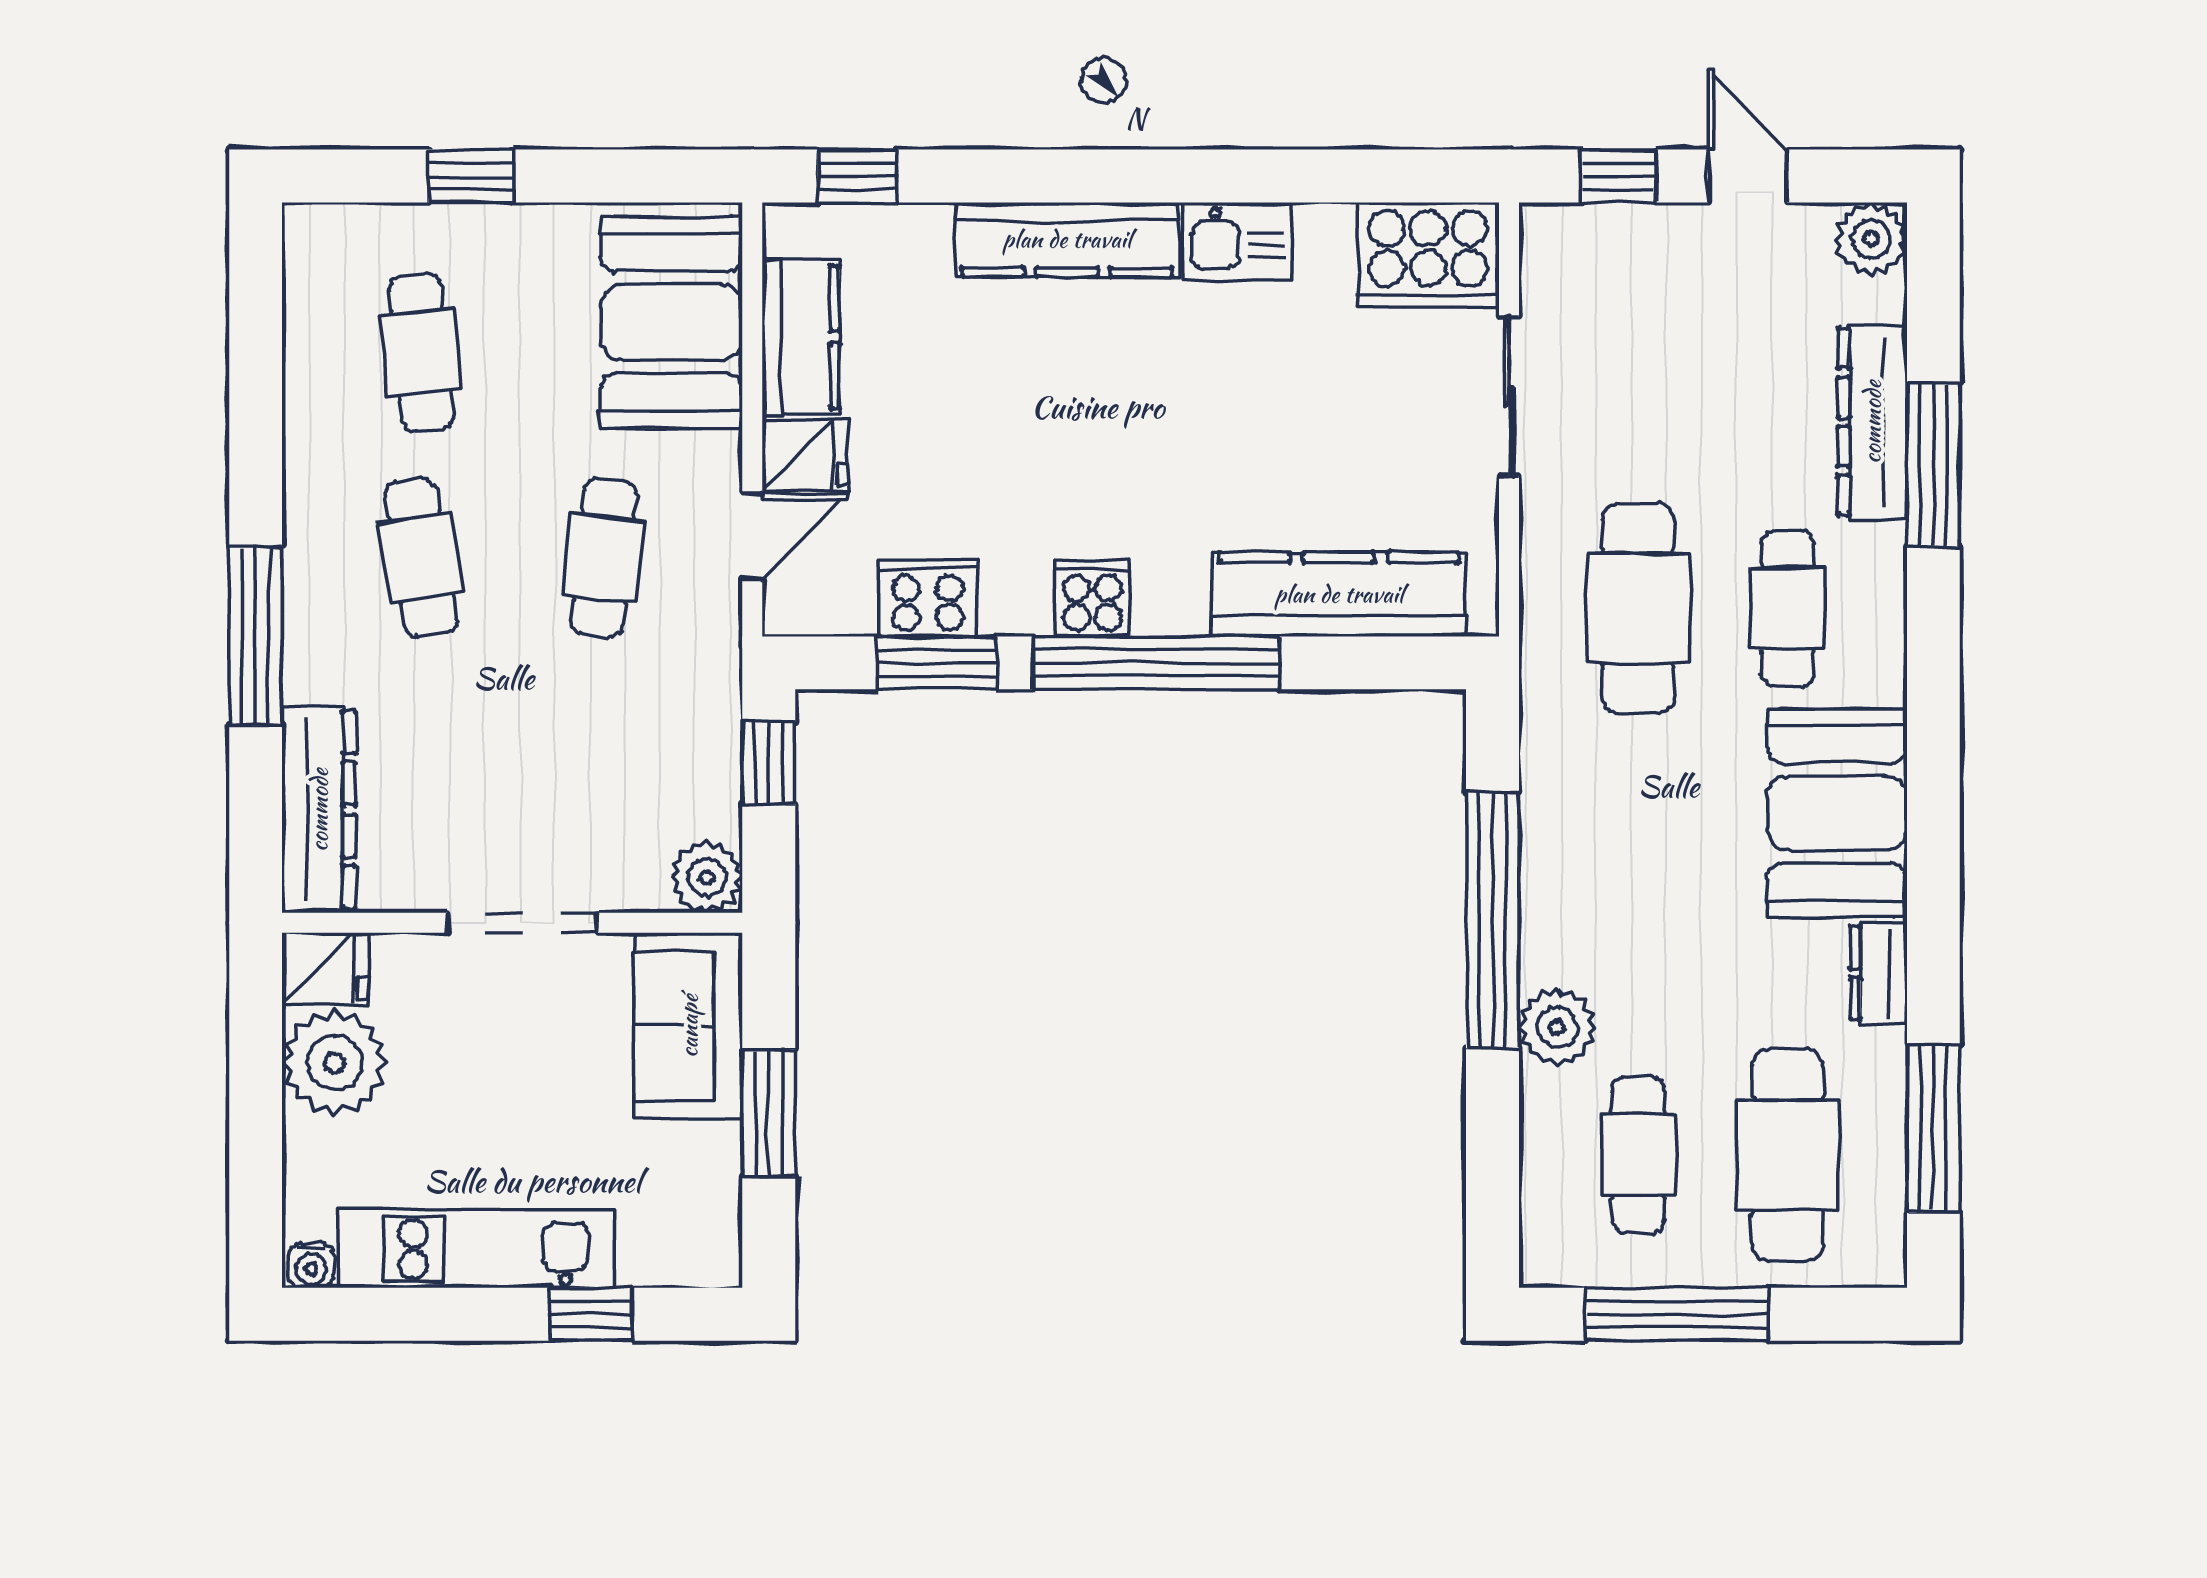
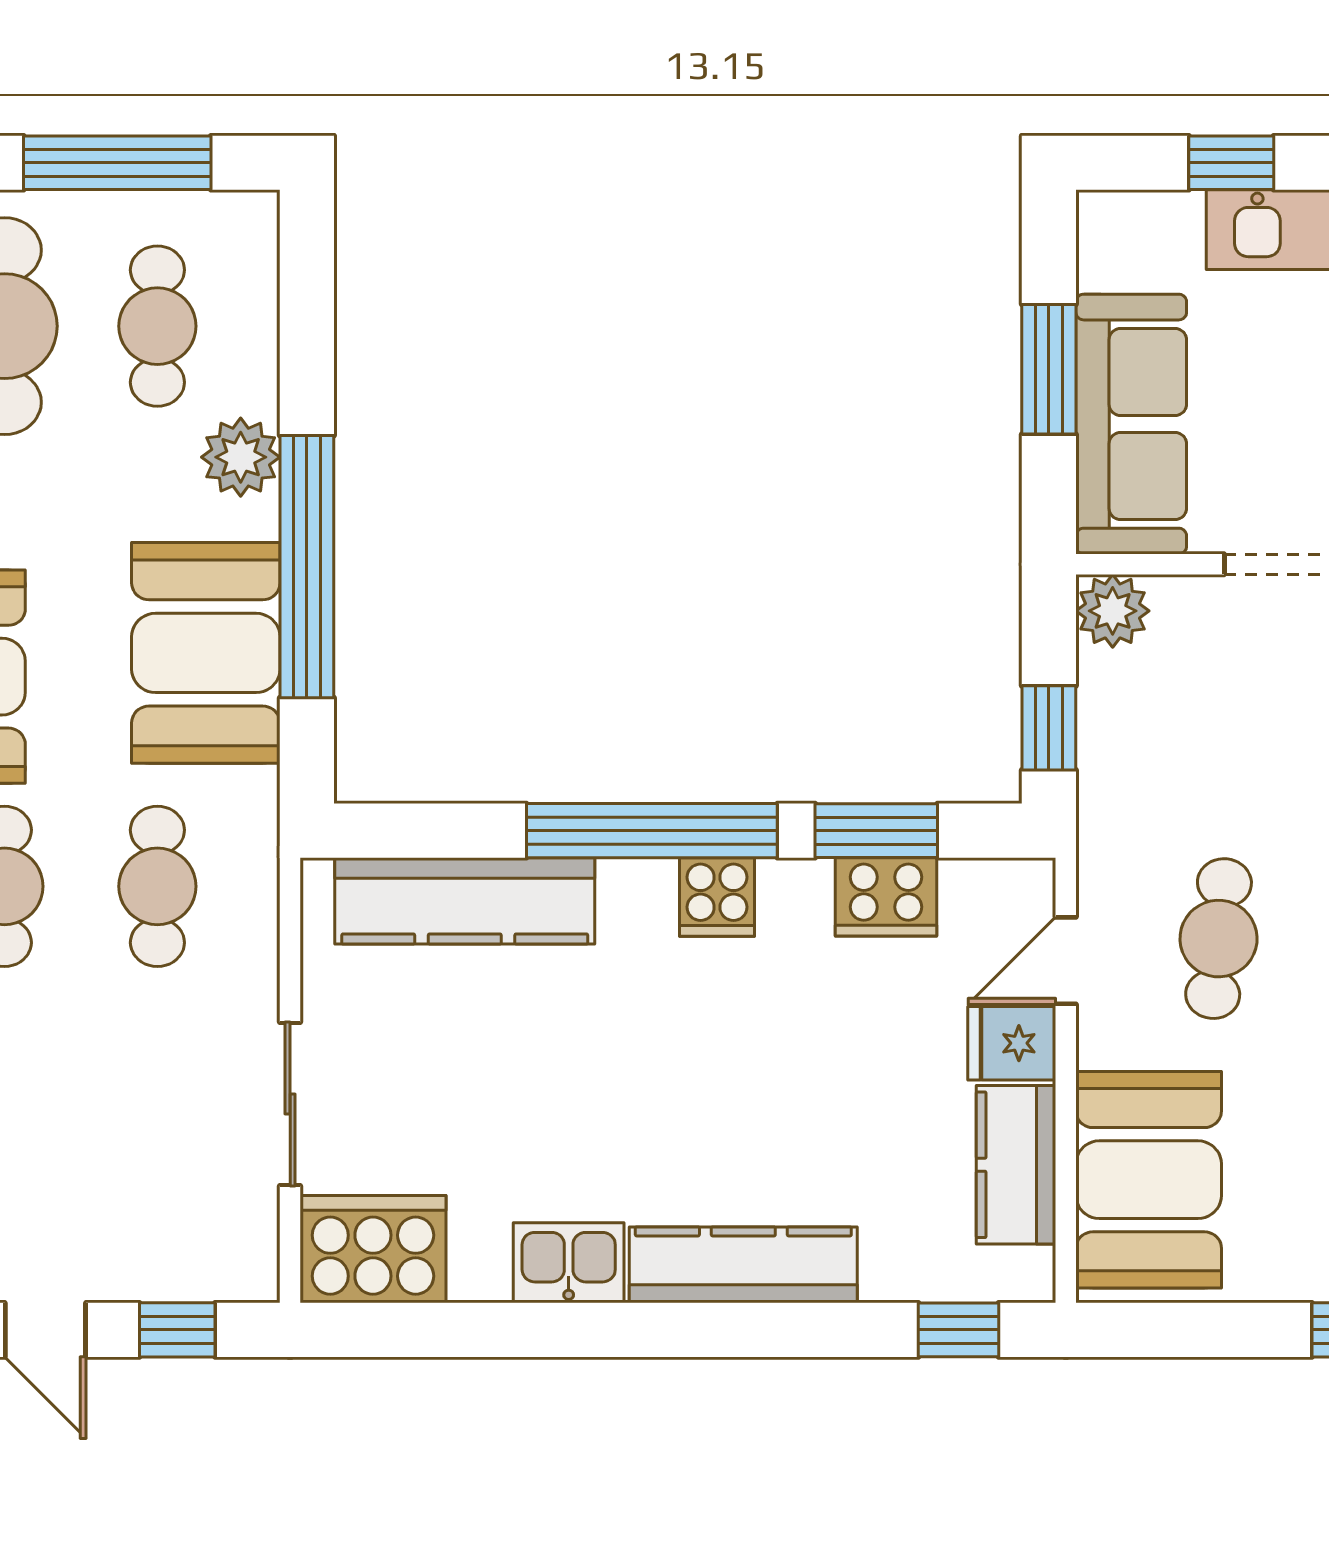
cafe table: (1638, 609) -> (157, 886), width x0.73, depth x0.74
booth: (1591, 836) -> (206, 653), added
sofa: (689, 1026) -> (1131, 424), width x1.36

